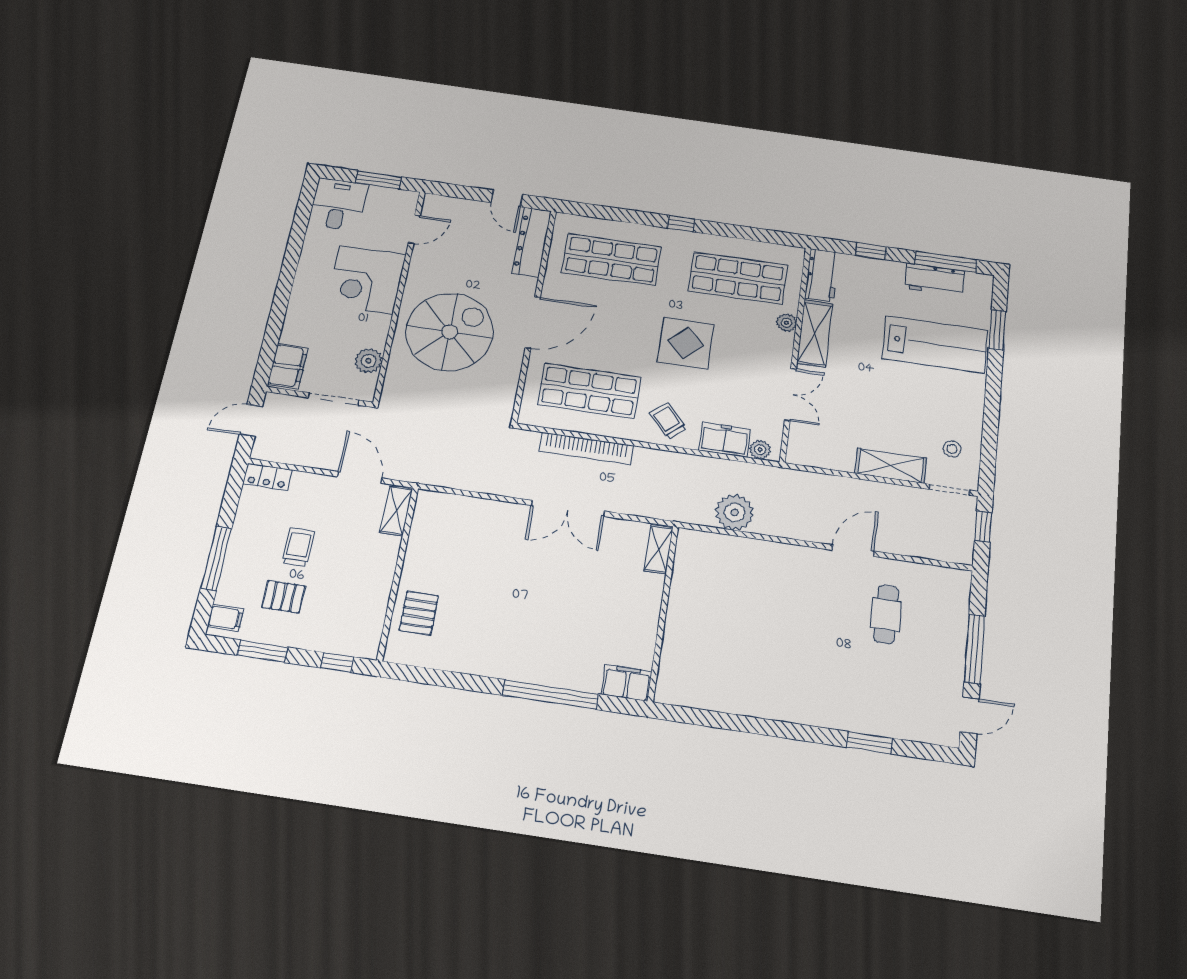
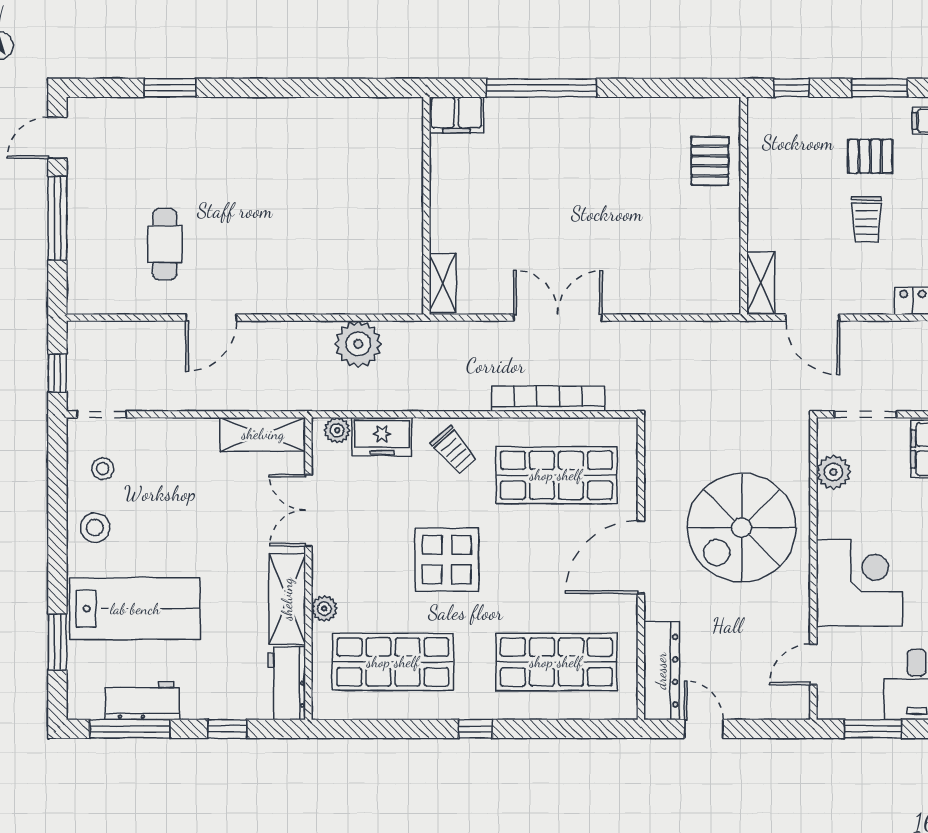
lab bench: (935, 344) -> (135, 609), turned 180
stool: (962, 407) -> (95, 528), added
shelving: (891, 466) -> (263, 434), moved

